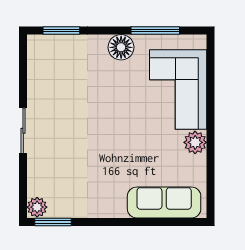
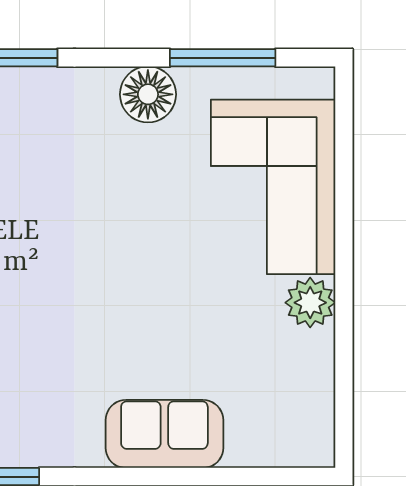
sofa: (164, 202) -> (164, 434), moved, width x0.73

